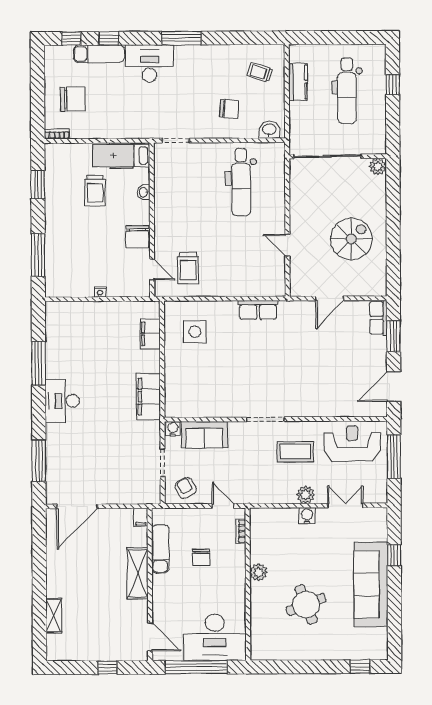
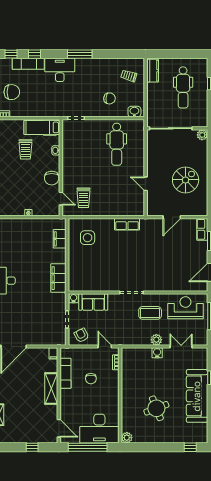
kitchen counter: (298, 82) -> (153, 71), moved
plant: (258, 573) -> (127, 438), moved

